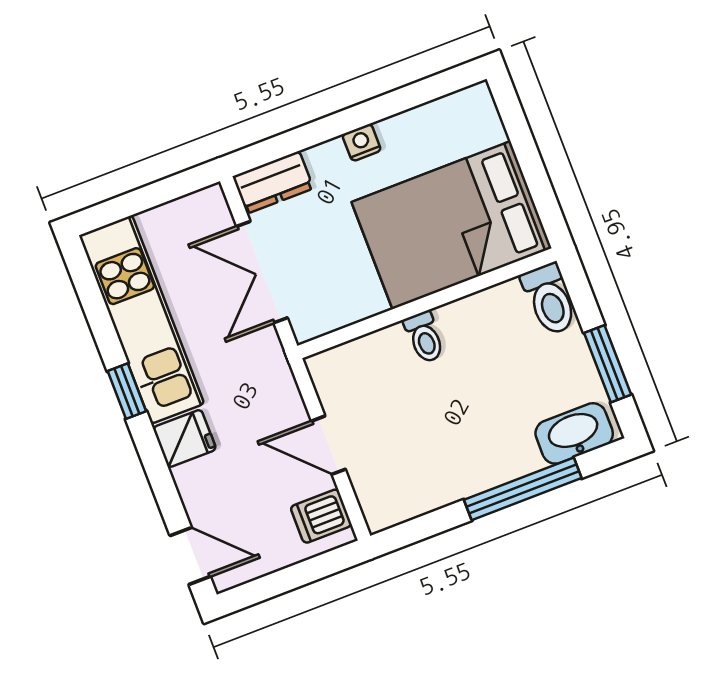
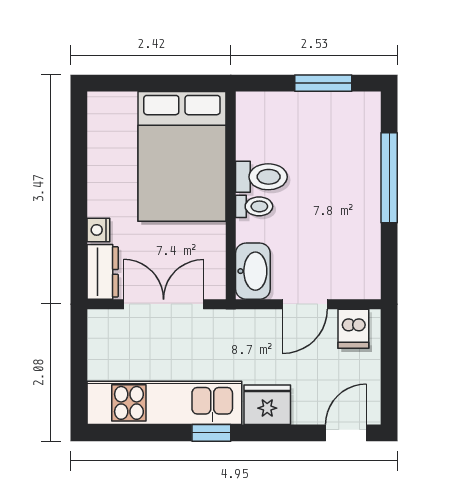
nightstand: (362, 142) -> (98, 230), moved
double door: (262, 272) -> (164, 304), swing flipped
toilet: (549, 299) -> (261, 177), moved
washbasin: (574, 433) -> (253, 271), moved, turned 180
fridge: (185, 438) -> (267, 405), width x1.38

